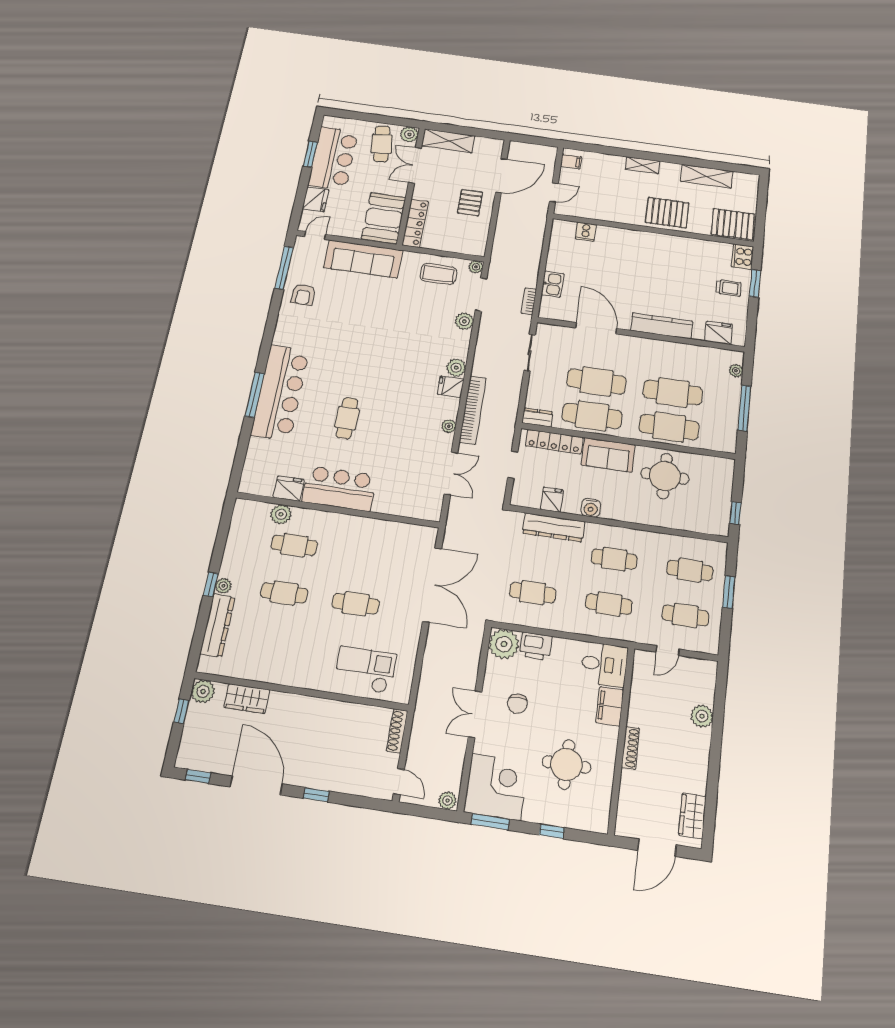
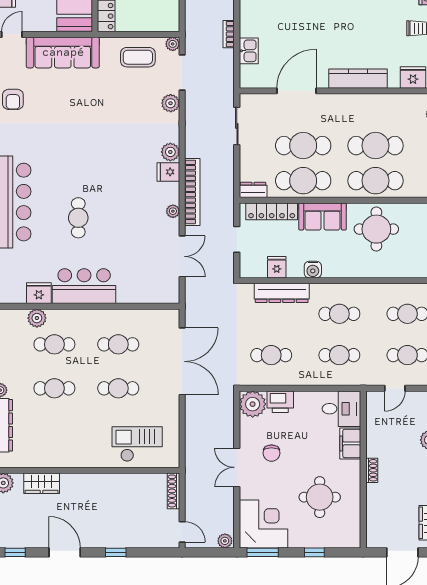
bookcase: (529, 301) -> (229, 34), moved
door: (596, 328) -> (296, 91), hinge flipped
cafe table: (365, 556) -> (118, 344), added
shoe rack: (630, 748) -> (372, 470), width x0.70
door: (256, 785) -> (65, 552), width x0.73

